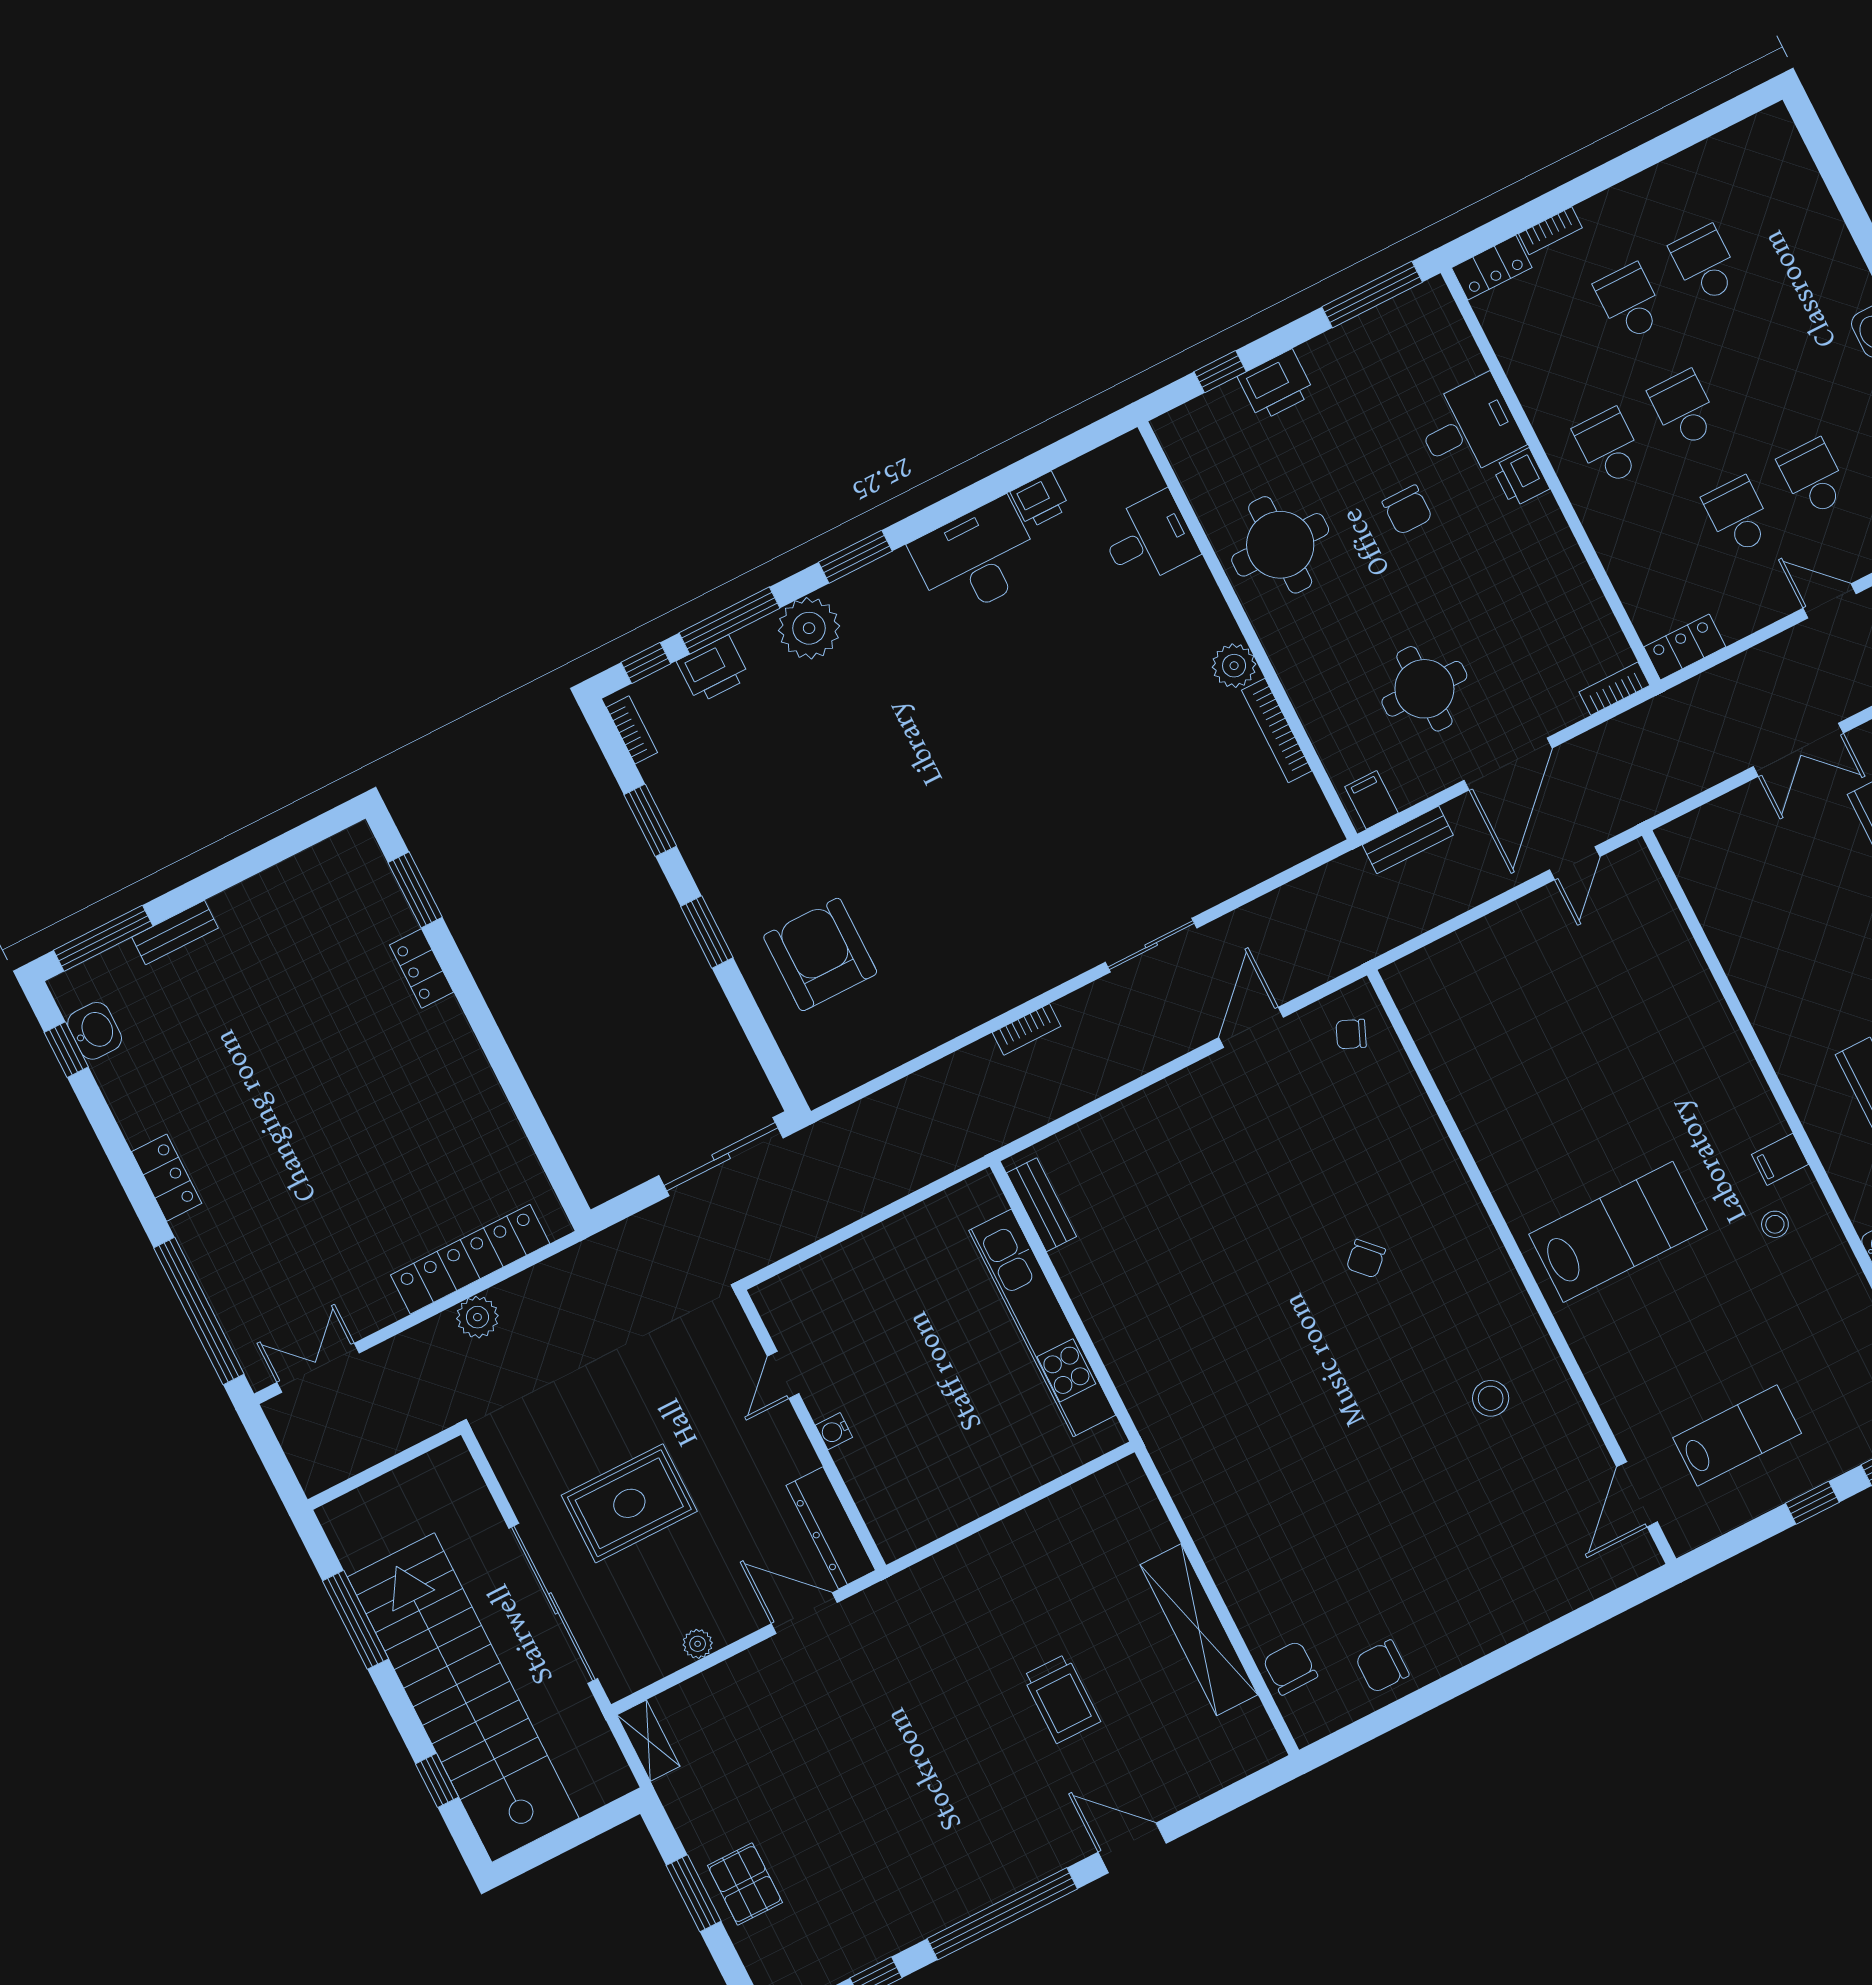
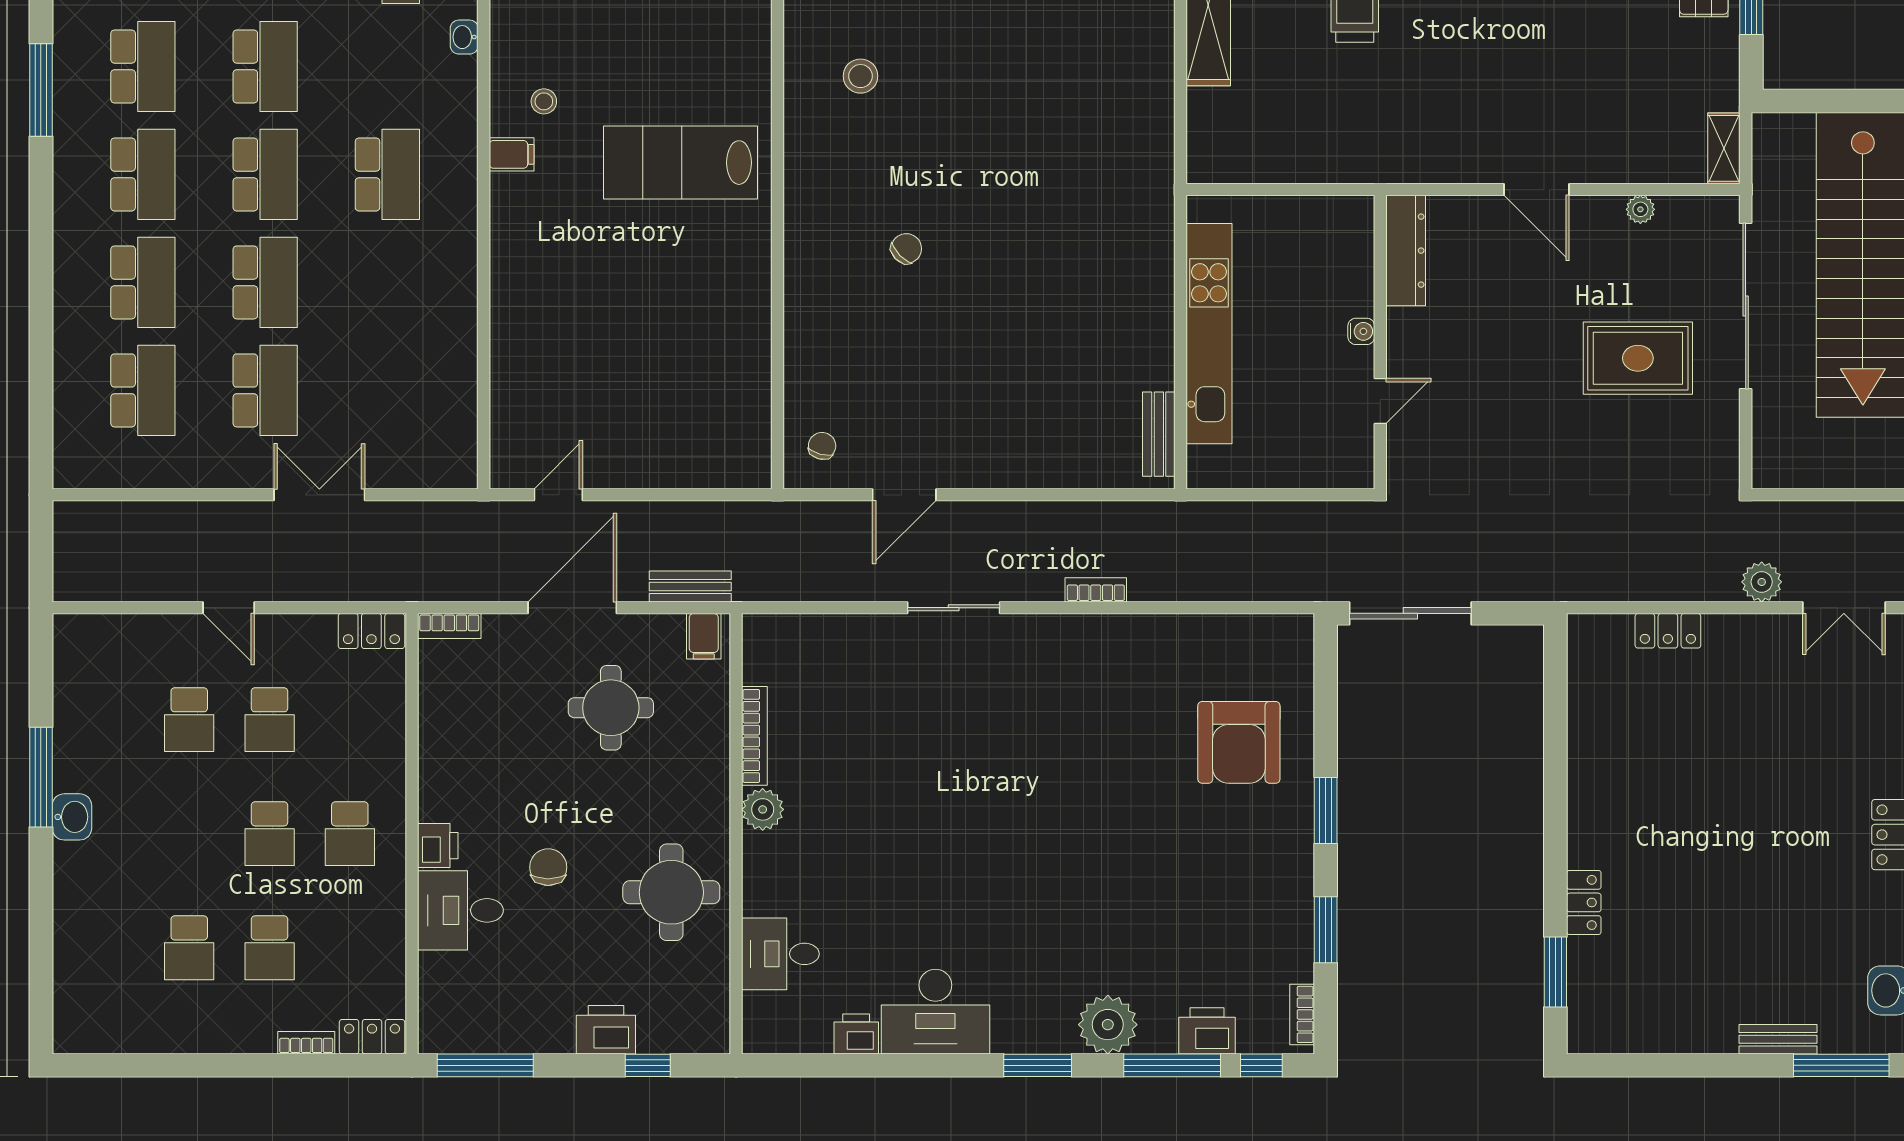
chair: (1351, 1034) -> (822, 446), turned -98
locker: (470, 1259) -> (1668, 631), width x0.46, depth x0.83
plant: (477, 1317) -> (1762, 582), moved
door: (783, 1375) -> (1380, 401), moved
wall: (811, 1430) -> (1380, 342), moved
water cooler: (834, 1431) -> (1361, 331), moved
dresser: (831, 1528) -> (1406, 251), moved

